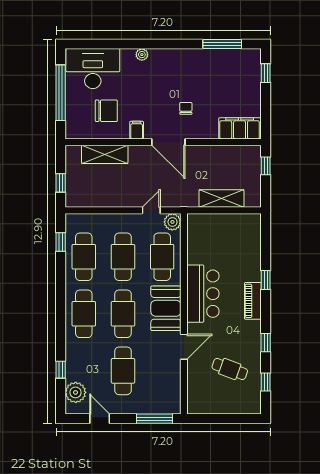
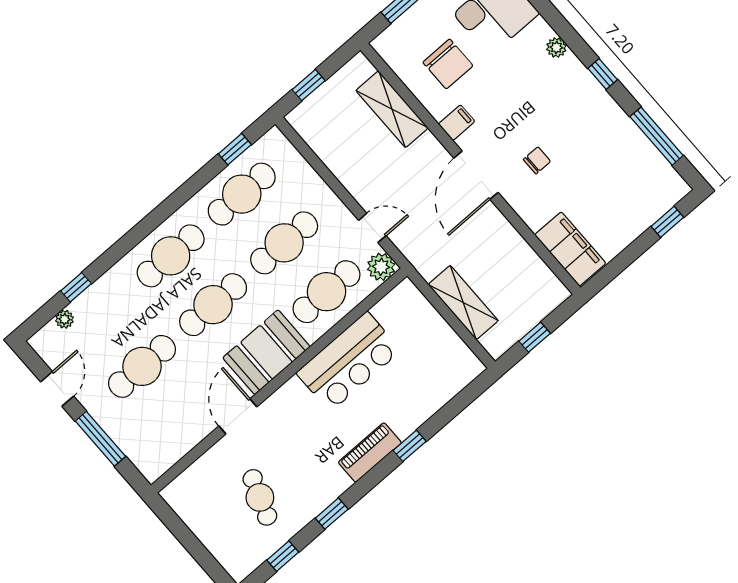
window: (172, 44) -> (603, 74), added
window: (266, 166) -> (535, 337), moved
bar counter: (203, 294) -> (349, 362), moved
door: (184, 347) -> (238, 416), swing flipped
plant: (76, 392) -> (65, 319), width x0.53, depth x0.53
window: (155, 419) -> (100, 439), moved

